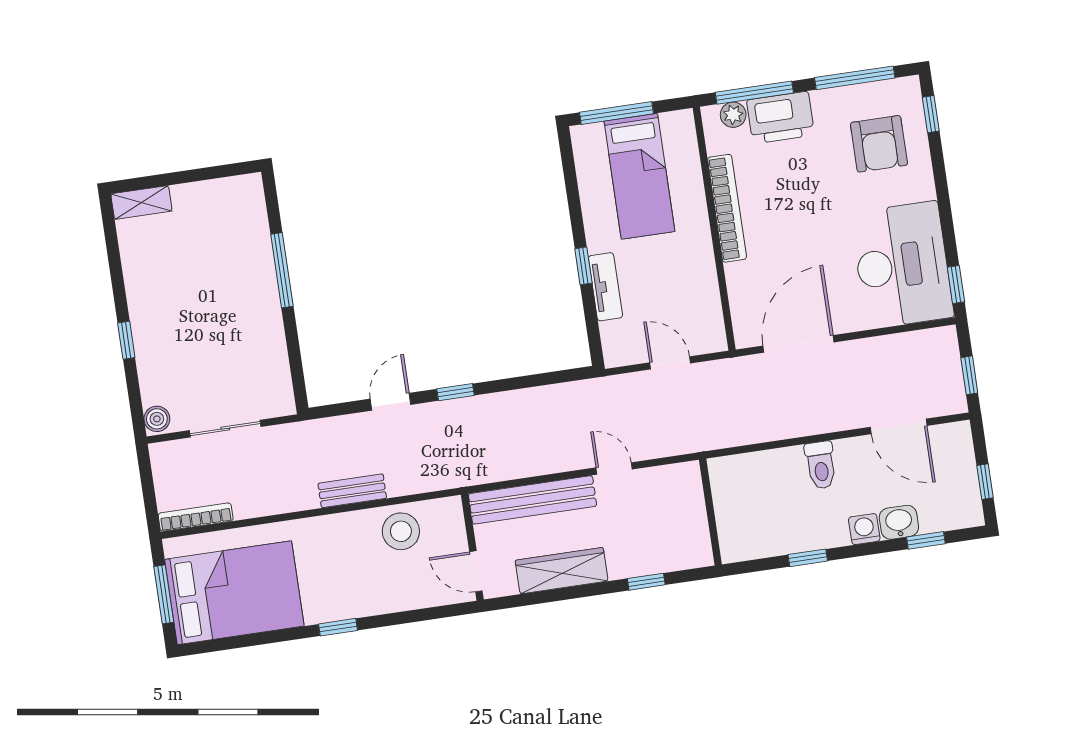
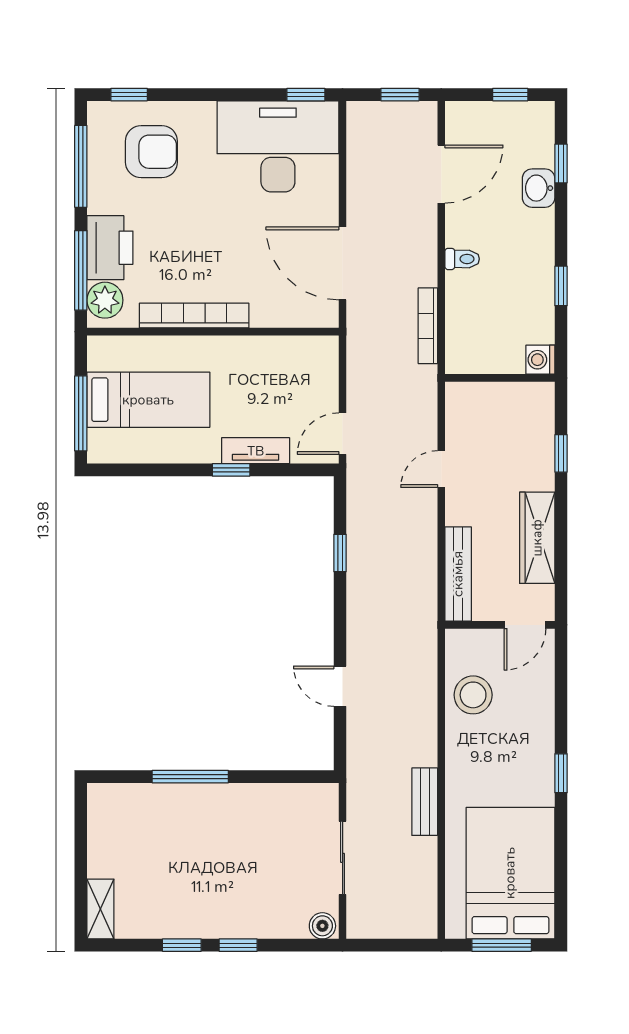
plant: (733, 115) -> (105, 300), width x1.38, depth x1.38
window: (118, 286) -> (182, 945), added
door: (670, 363) -> (343, 434), moved
window: (456, 392) -> (340, 553), moved
toilet: (821, 465) -> (462, 259), width x0.73, depth x0.72
bench: (352, 491) -> (425, 802), moved
bench: (532, 500) -> (458, 574), width x0.73, depth x0.82
bookcase: (196, 517) -> (428, 326), moved
washing machine: (864, 529) -> (540, 360), moved

